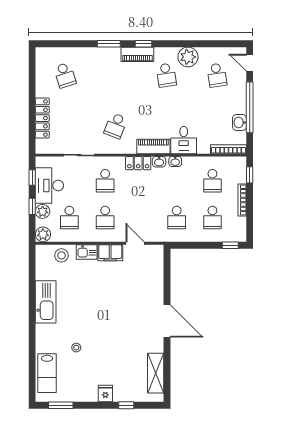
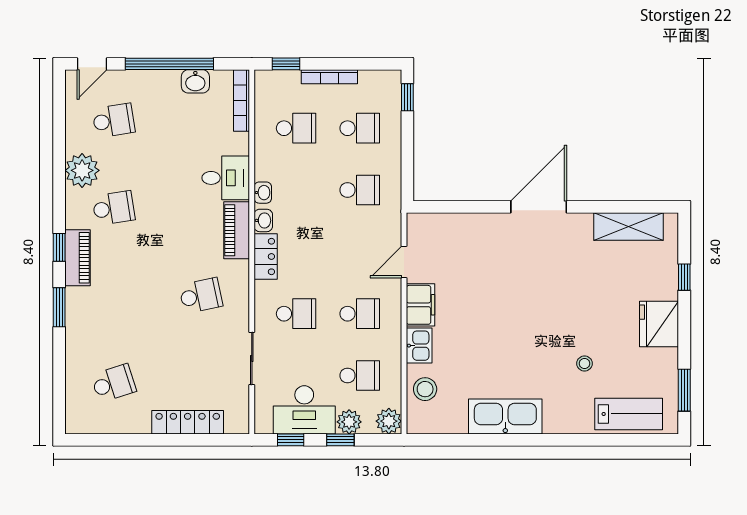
school desk: (116, 126) -> (201, 296), turned -33
fridge: (105, 394) -> (659, 324), width x1.88, depth x1.34

